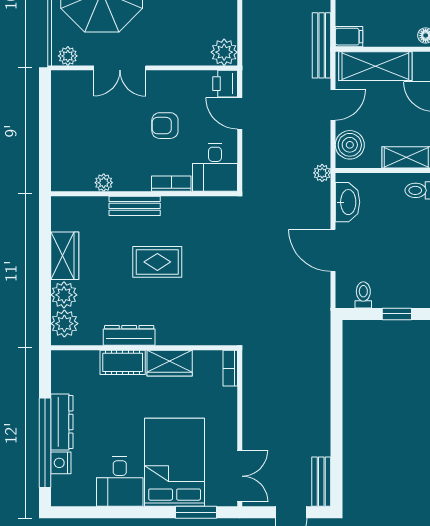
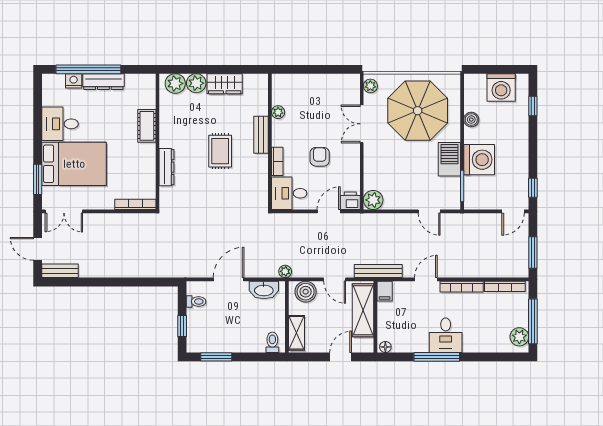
dresser: (129, 335) -> (167, 167), moved
wardrobe: (170, 363) -> (146, 160), removed
bookcase: (230, 368) -> (135, 204), width x1.56

